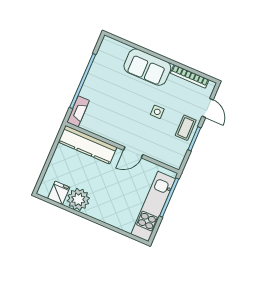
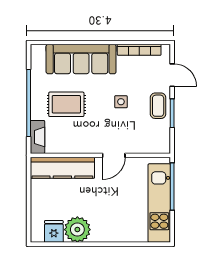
sofa: (147, 67) -> (81, 59), width x1.36
rug: (113, 95) -> (66, 104), added

